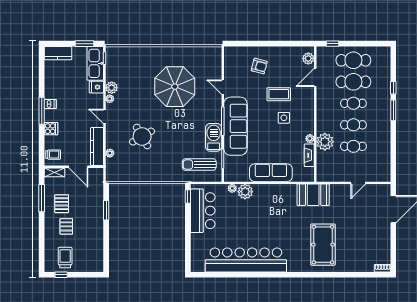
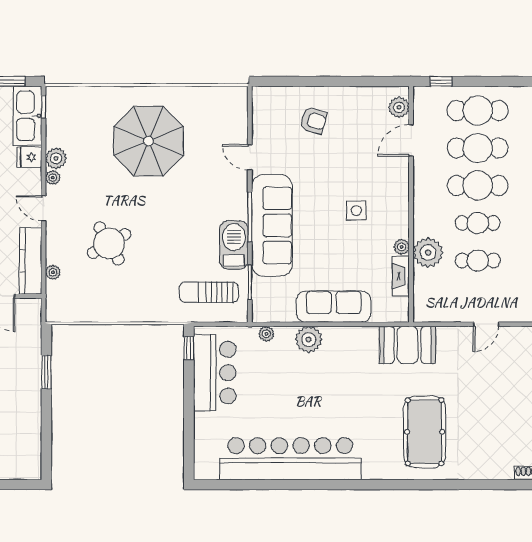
parasol: (175, 87) -> (148, 141), moved
coffee table: (279, 94) -> (347, 170), removed
cafe table: (353, 103) -> (478, 185), width x1.37, depth x1.35
plant: (245, 192) -> (309, 339), moved

